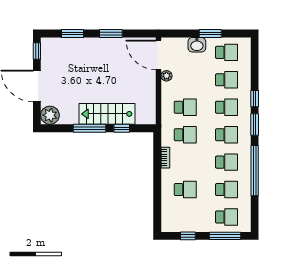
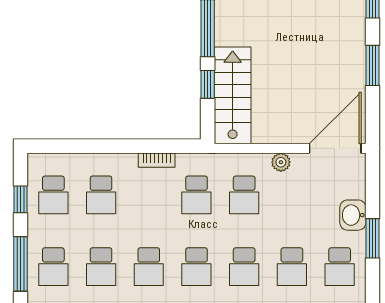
plant: (167, 76) -> (281, 162), moved
stairs: (107, 114) -> (233, 95), moved
school desk: (185, 217) -> (53, 195), added

